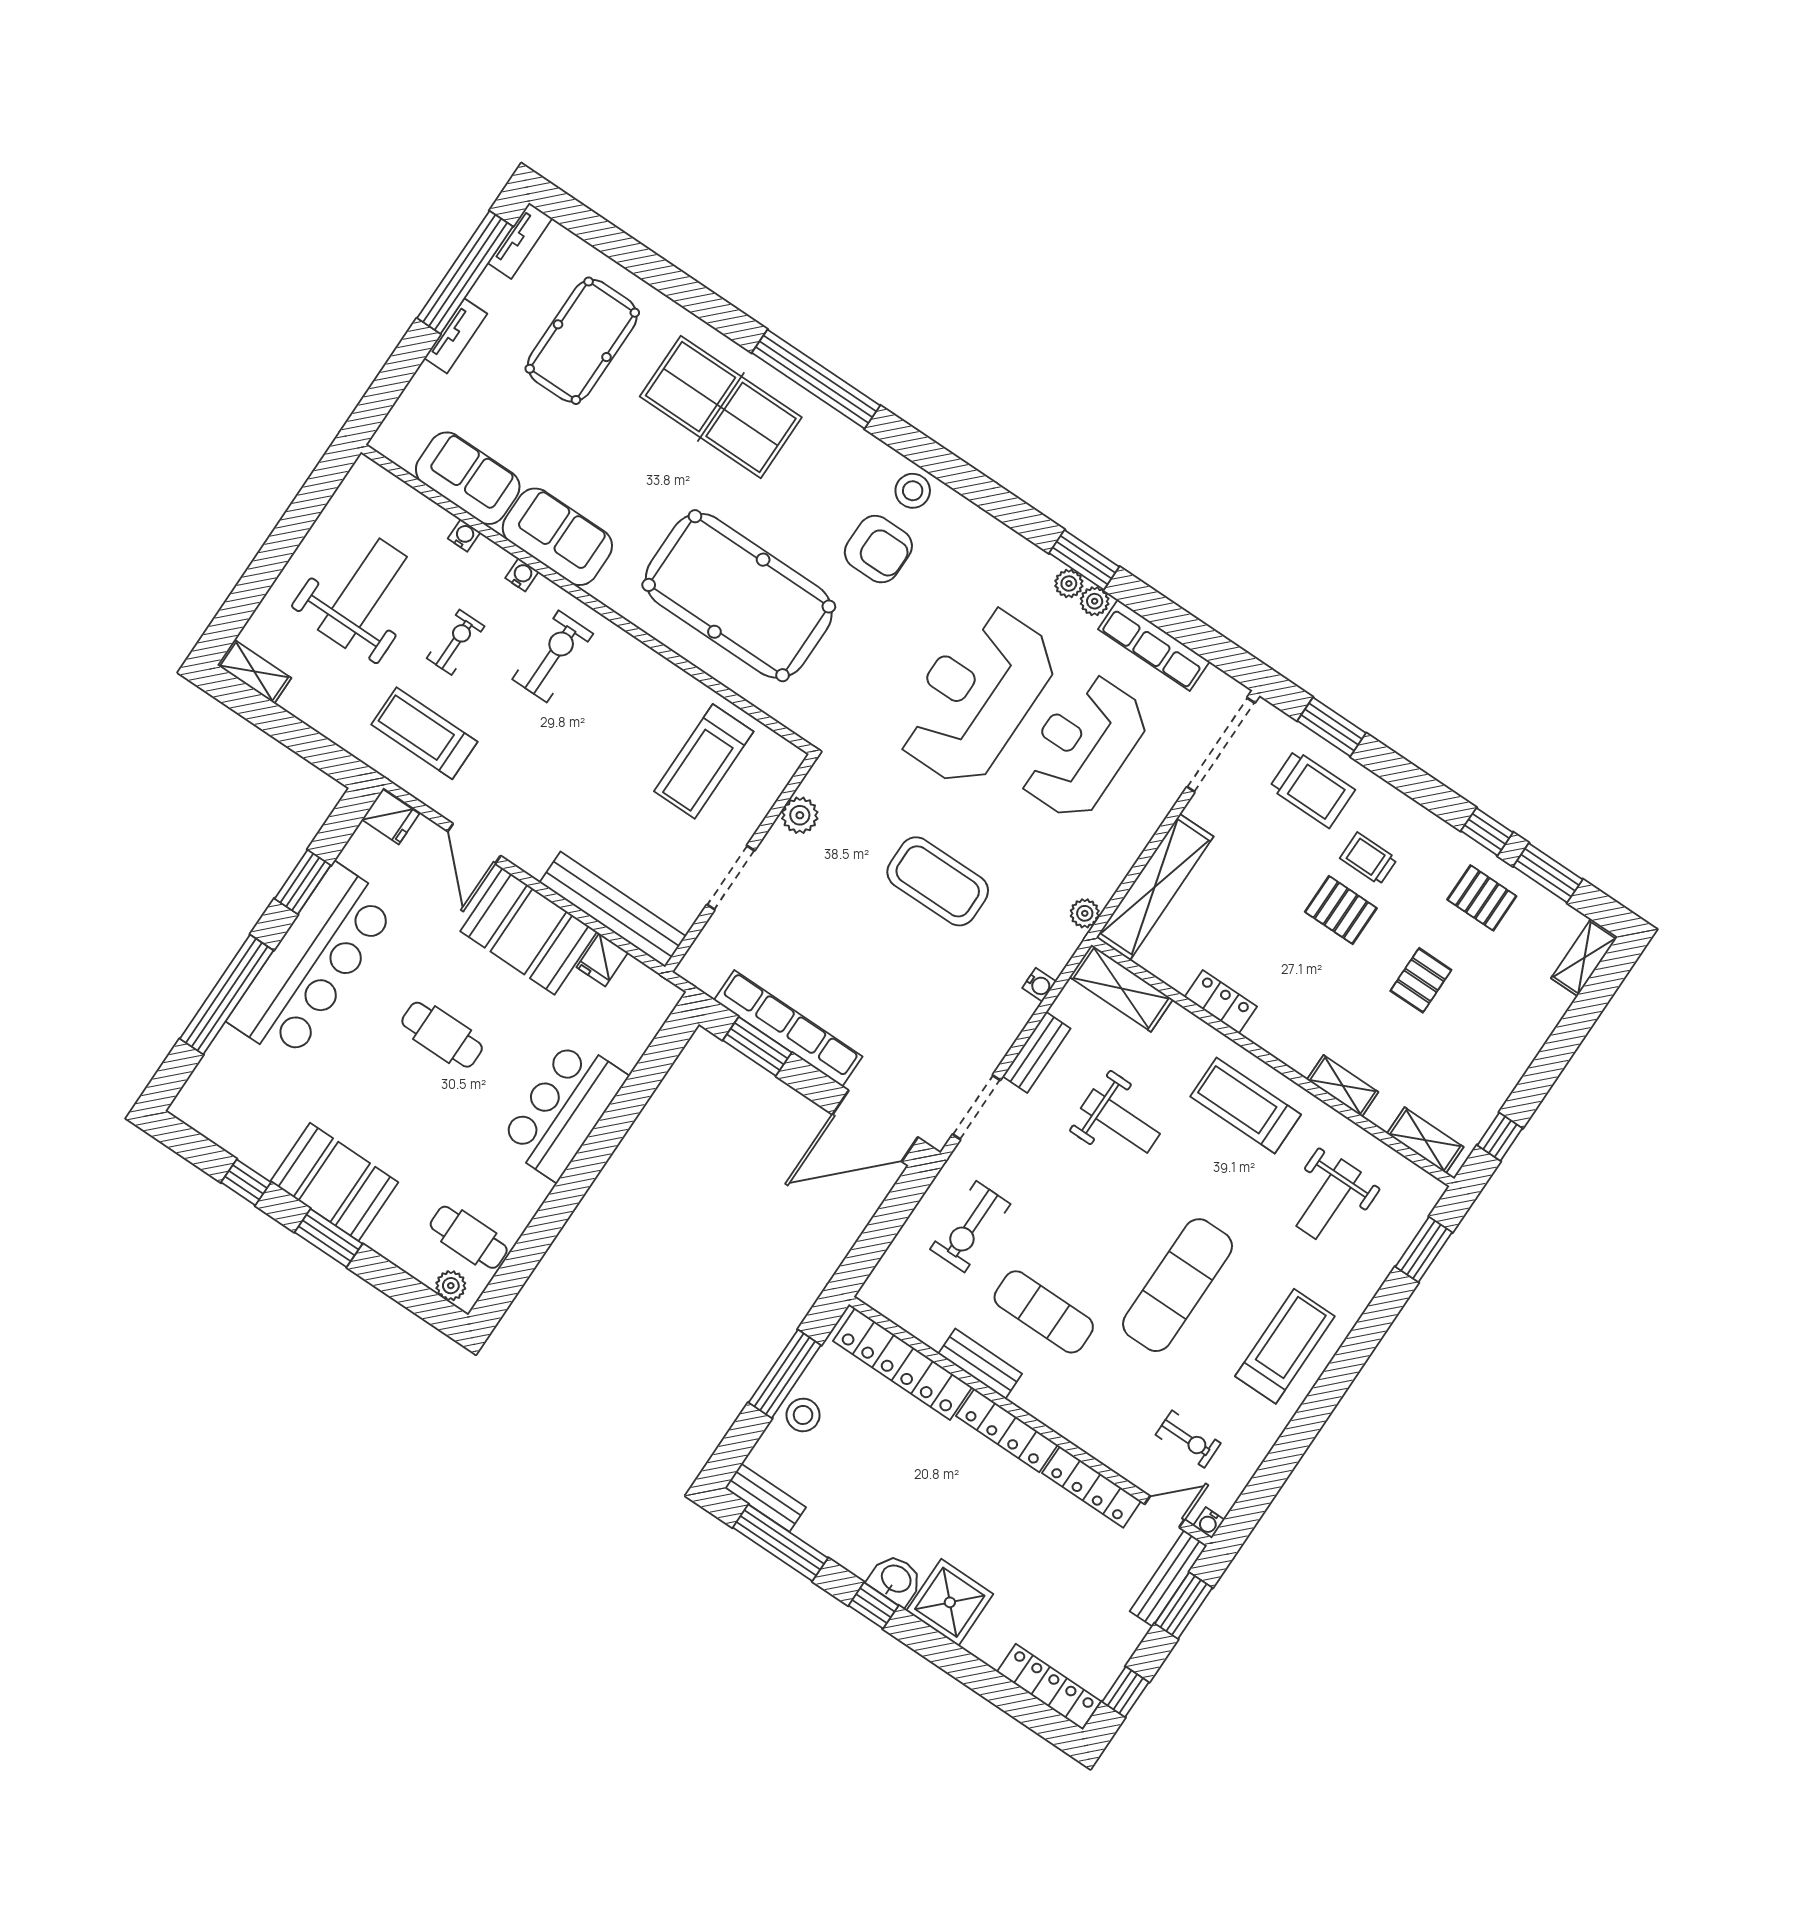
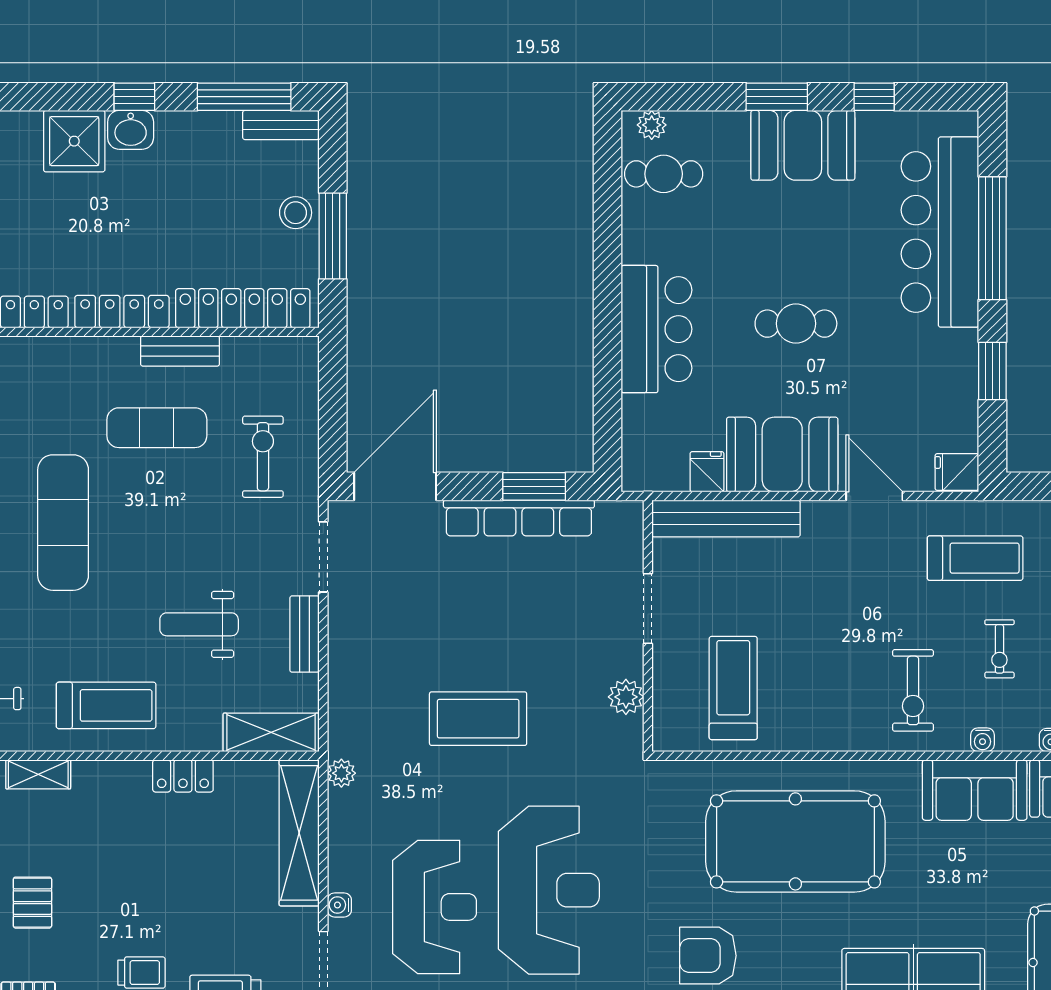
pallet: (1341, 910) -> (136, 916), removed
bar counter: (313, 963) -> (940, 232), moved
water cooler: (1039, 985) -> (339, 905), moved

